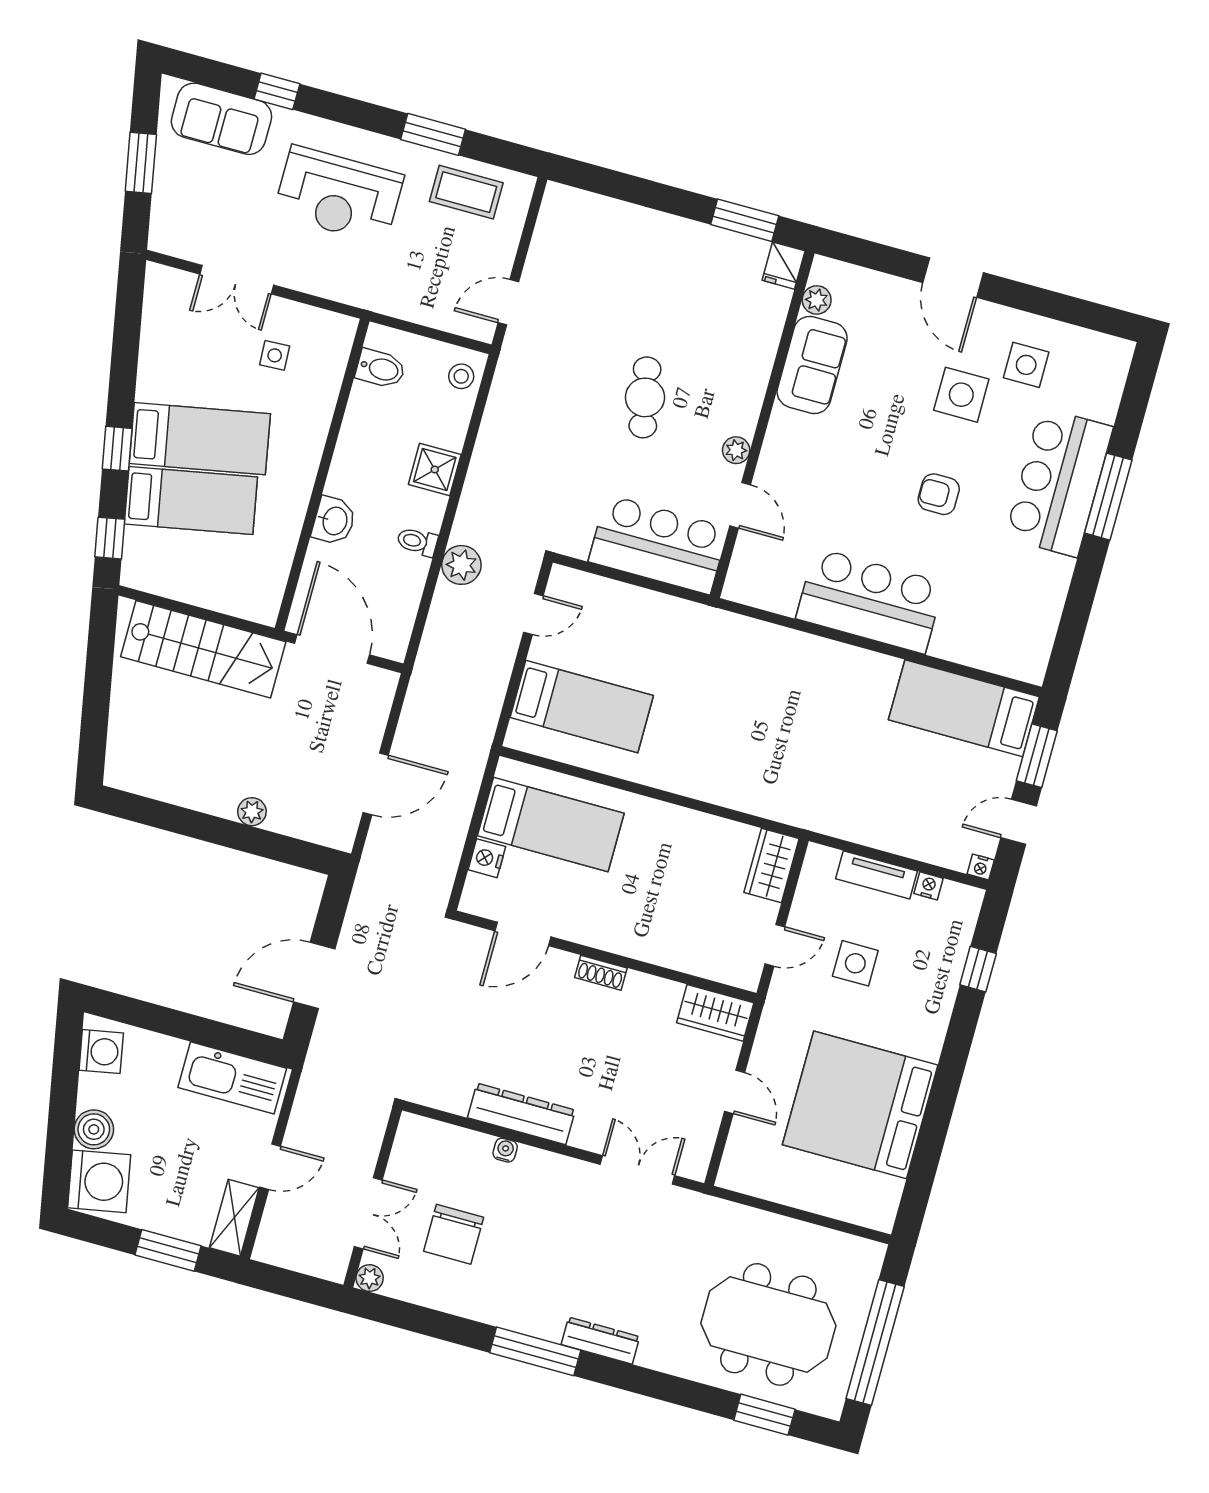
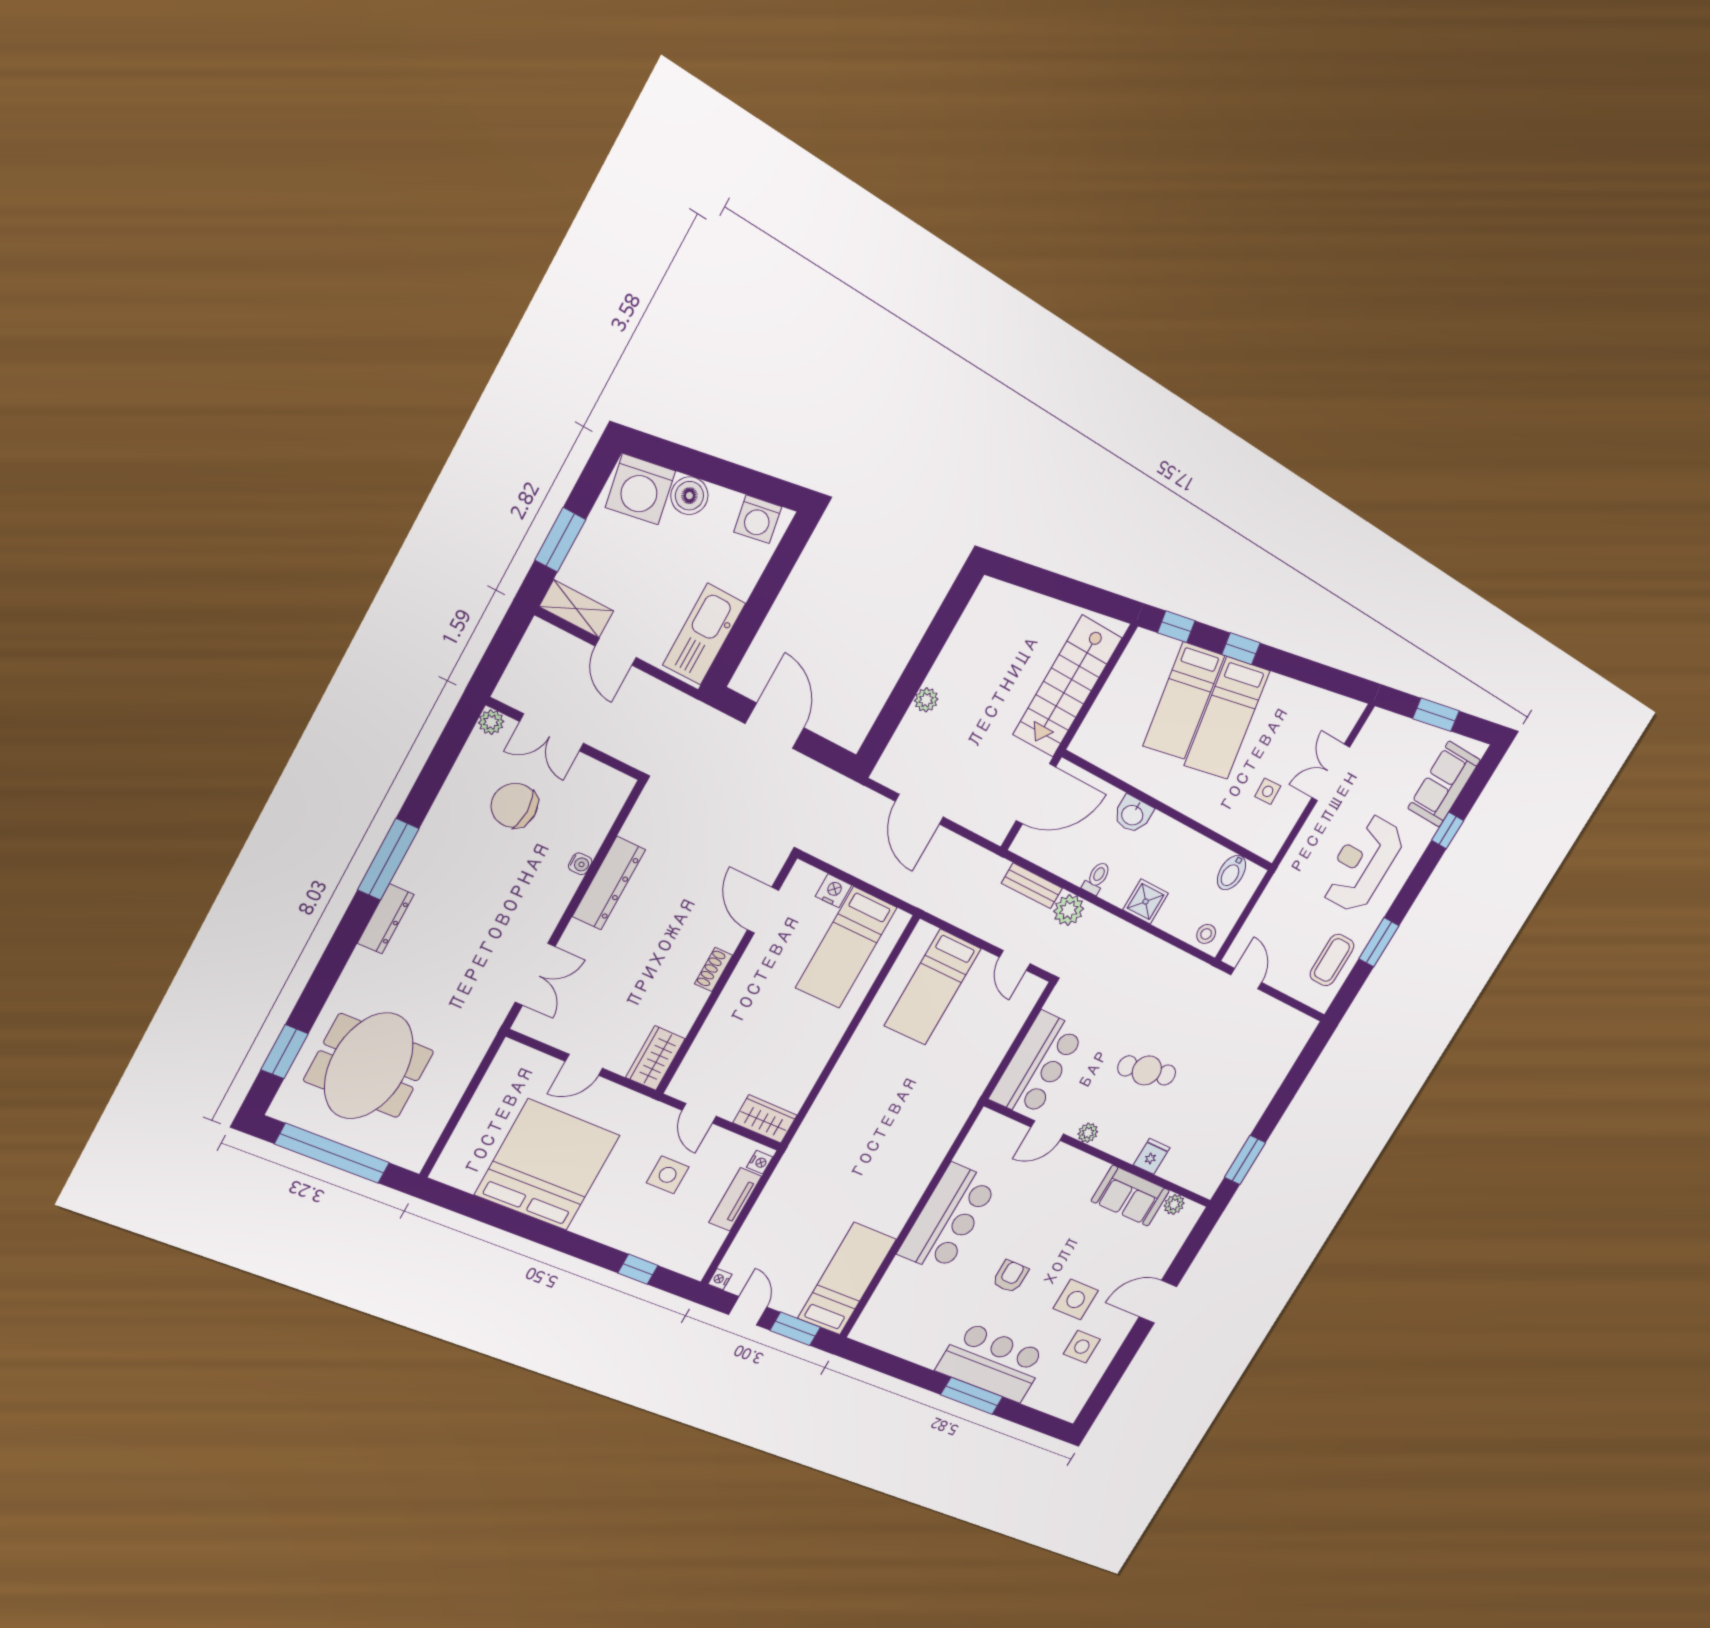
fridge: (784, 266) -> (1152, 1156), moved, turned 90
bench: (440, 620) -> (1032, 886), added
nightstand: (929, 886) -> (760, 1162), moved

